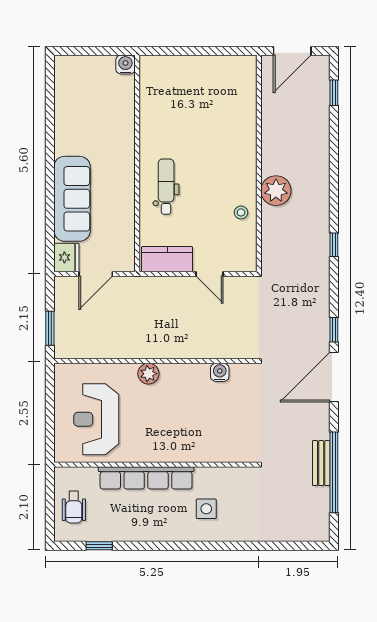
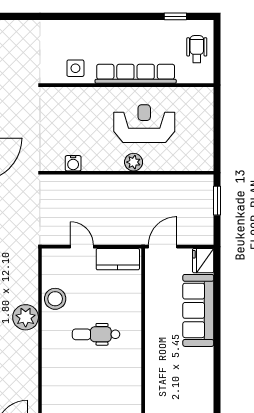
dental chair: (166, 187) -> (96, 334), moved, turned 90
stool: (241, 212) -> (55, 299), width x1.89, depth x1.89
door: (96, 274) -> (163, 247), moved
reception desk: (96, 419) -> (144, 124), moved, turned -90
side table: (206, 509) -> (75, 68), moved

